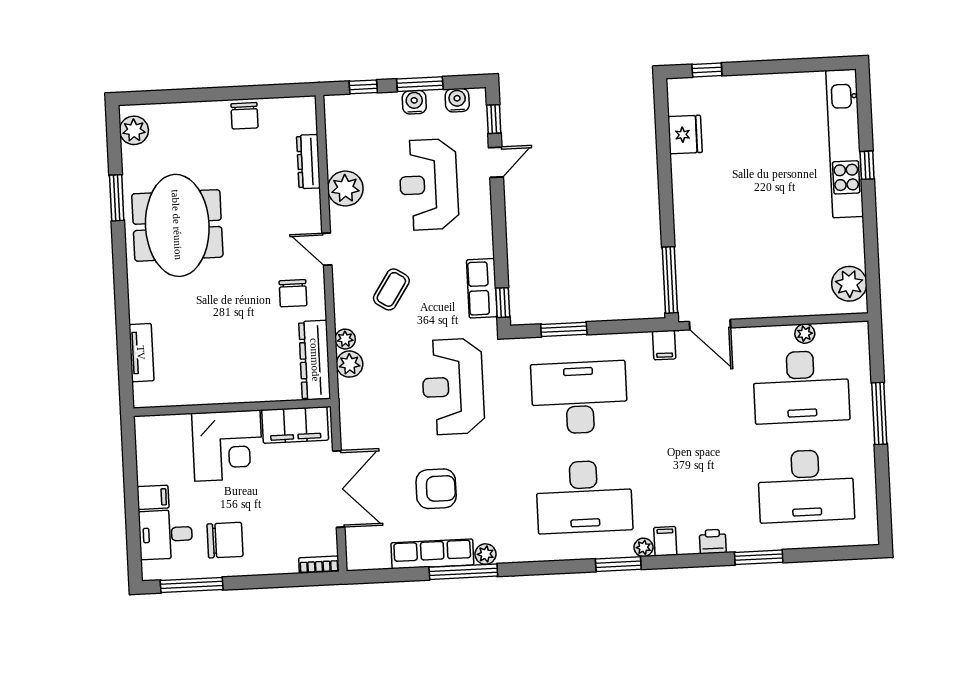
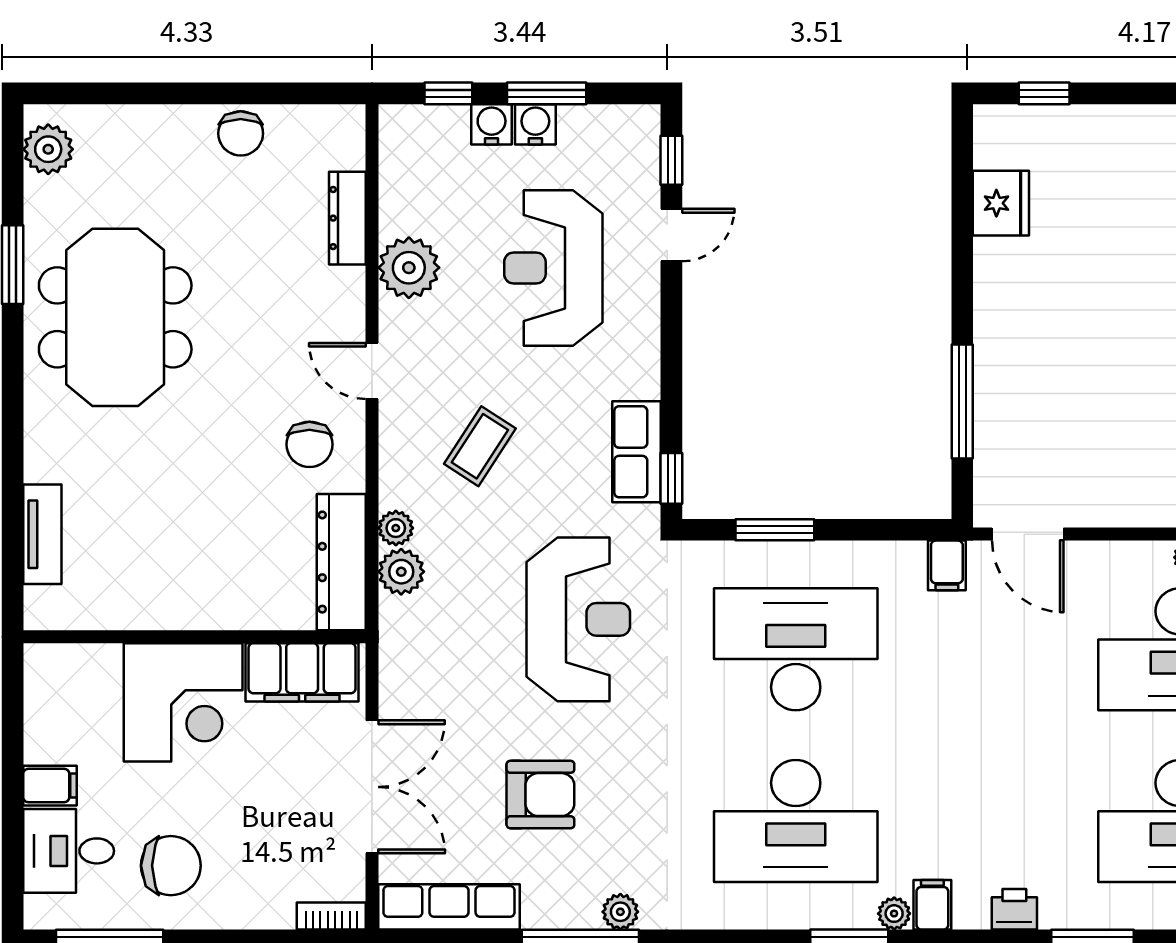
water cooler: (457, 100) -> (492, 124), moved
window: (670, 280) -> (962, 402), moved
reception desk: (453, 387) -> (578, 619), turned 180
row of seats: (432, 554) -> (449, 907), moved

